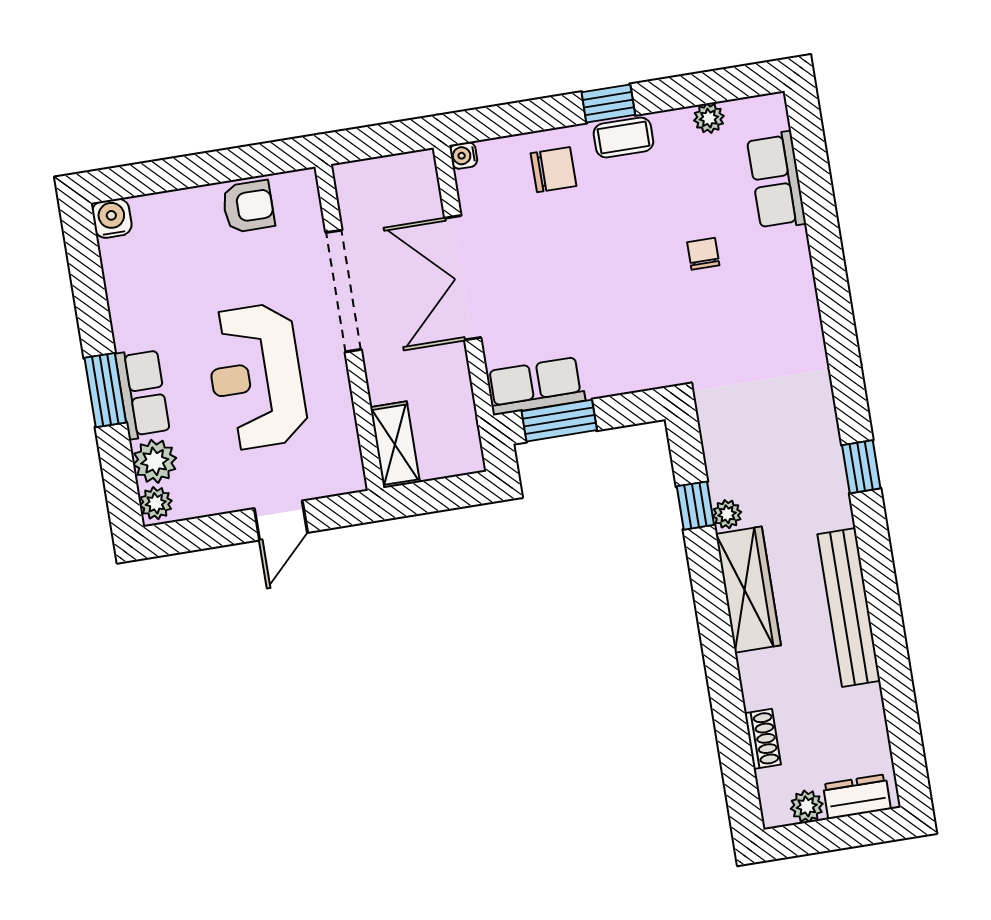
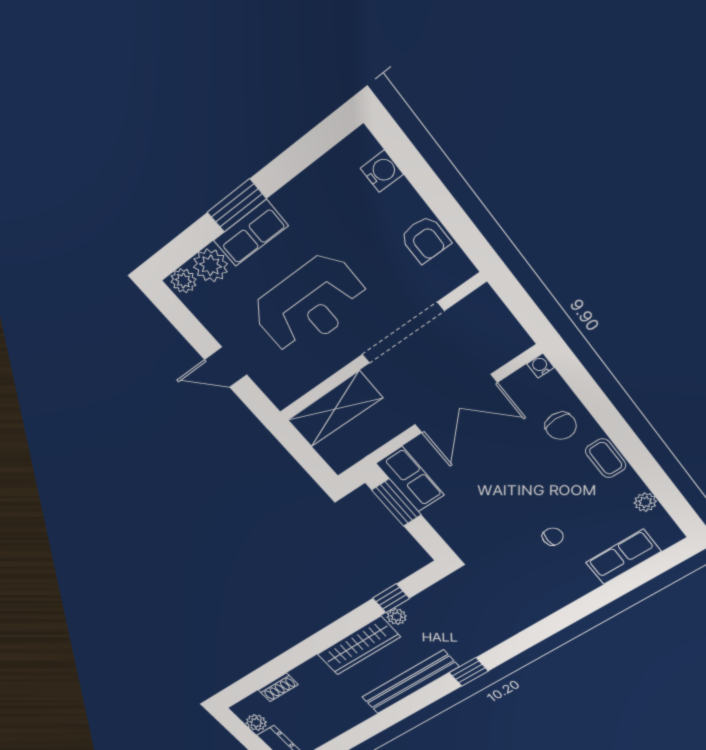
window: (608, 103) -> (625, 439), removed
water cooler: (112, 218) -> (382, 171), moved
double door: (463, 278) -> (456, 404), swing flipped
reception desk: (256, 377) -> (310, 304), turned 180
shelving: (395, 445) -> (335, 409), width x1.50, depth x1.33
bench: (849, 608) -> (410, 682), moved

